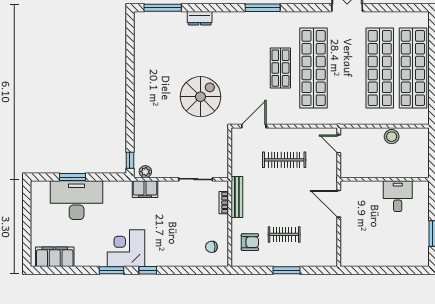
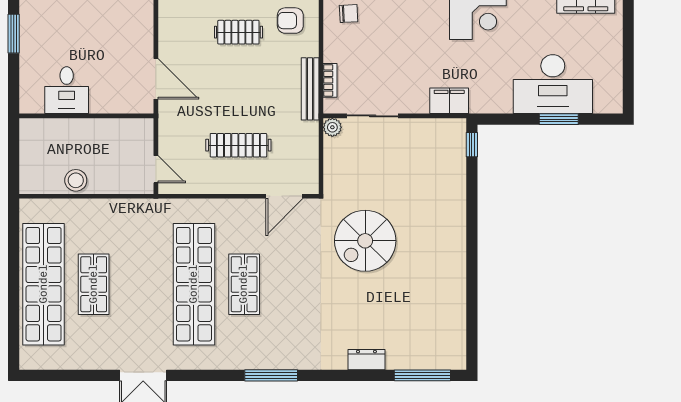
shop shelf: (380, 68) -> (94, 284), width x0.50, depth x0.74
plant: (145, 172) -> (332, 127), moved

